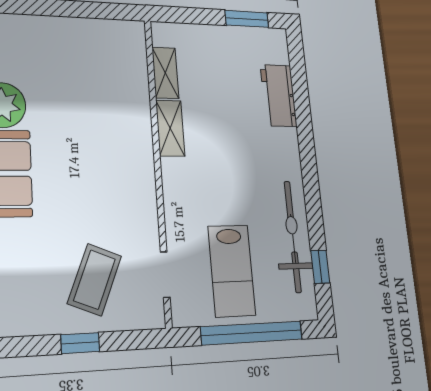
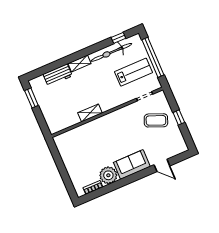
shelving: (165, 73) -> (79, 63), moved

